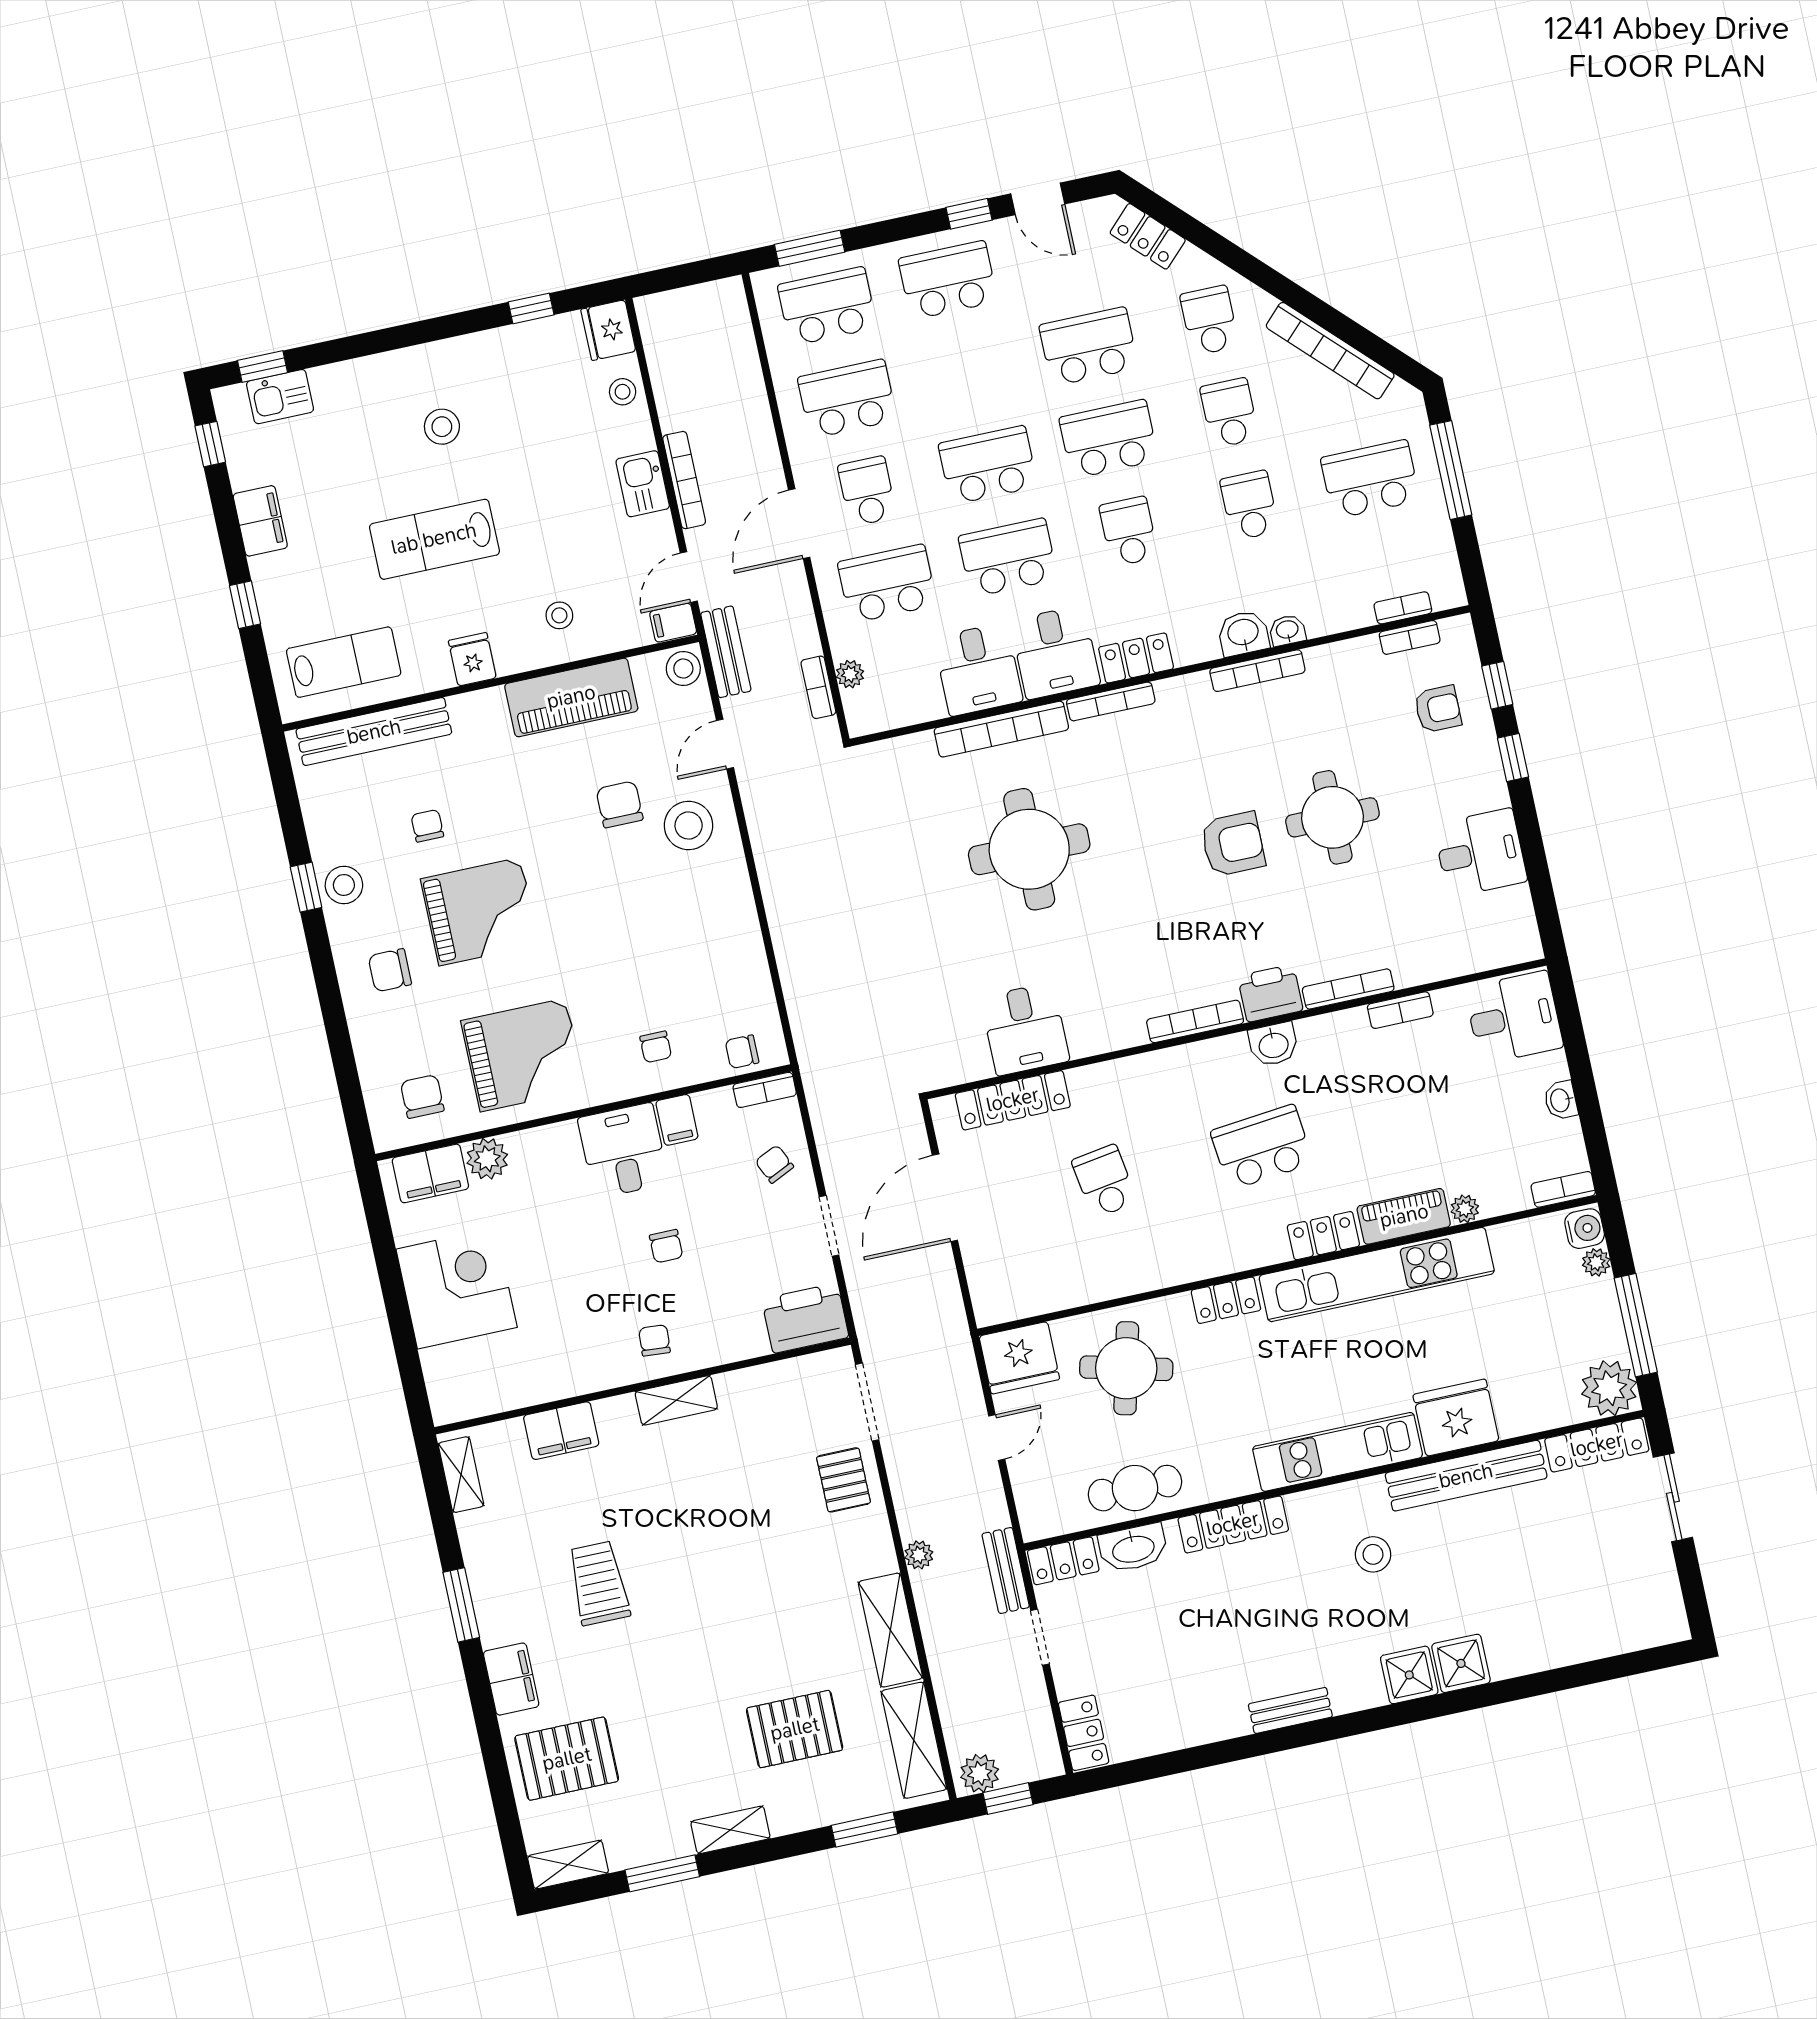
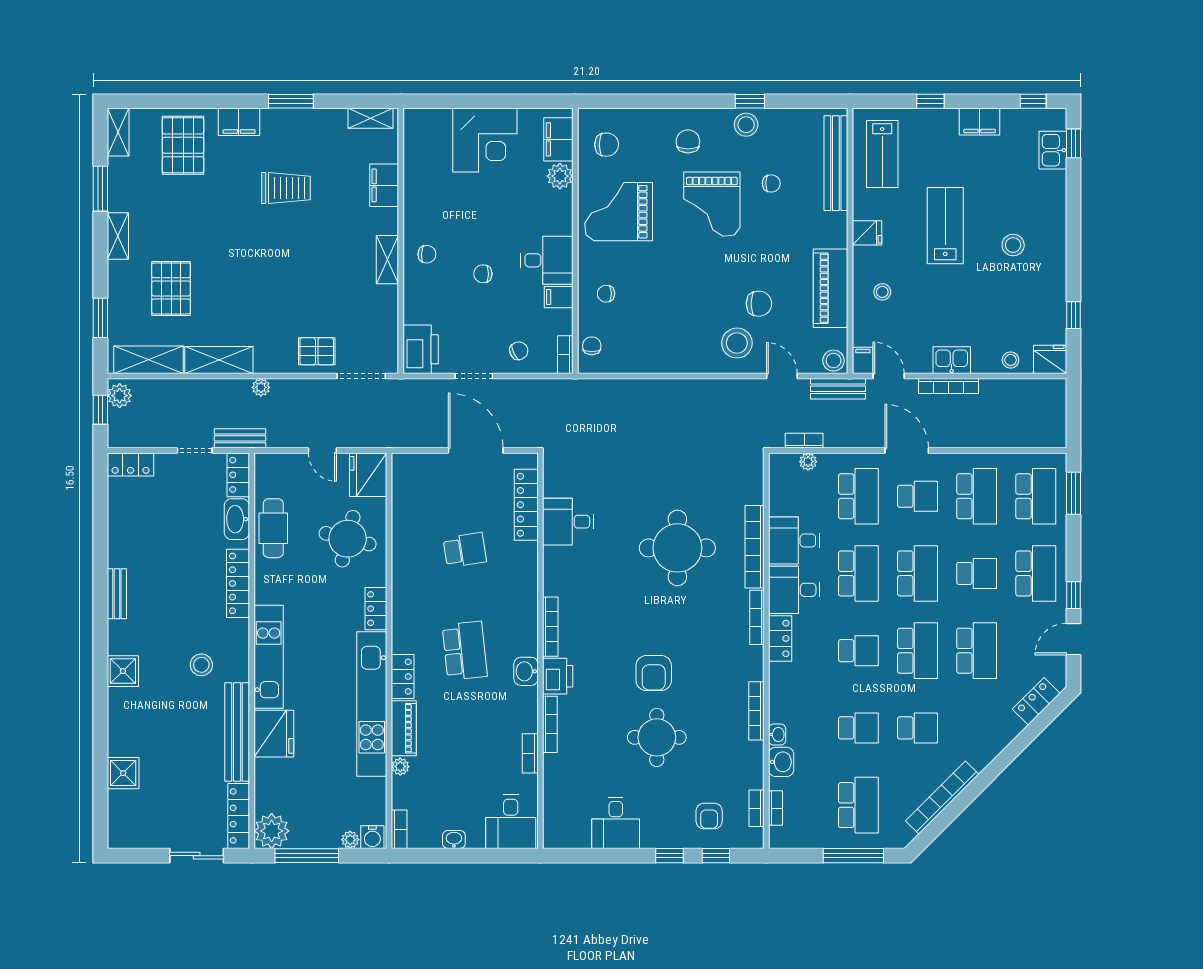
school desk: (1209, 320) -> (977, 573), moved
washbasin: (1243, 633) -> (781, 762), moved
grand piano: (523, 1055) -> (619, 212), turned 90
shower: (1461, 1663) -> (123, 773), moved

